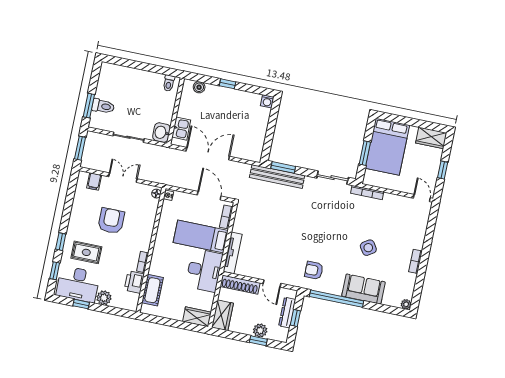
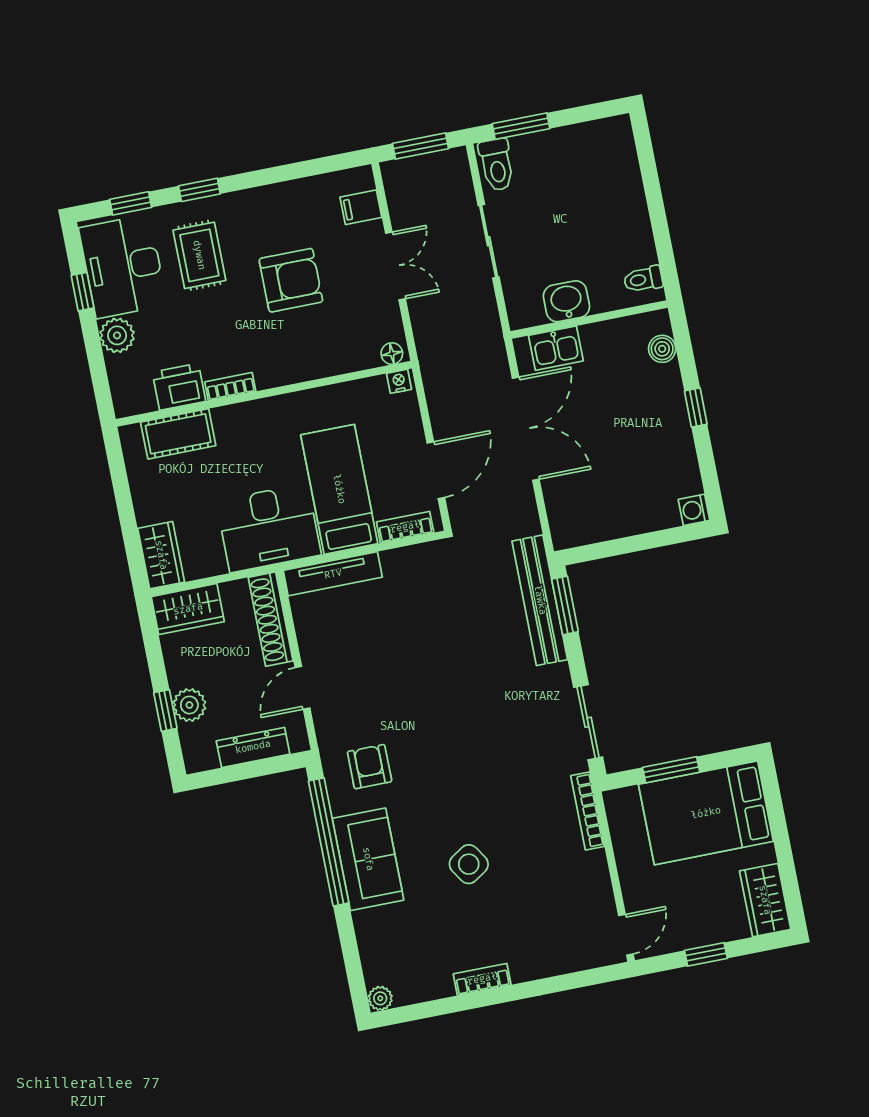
toilet: (103, 106) -> (497, 165), moved
washbasin: (161, 132) -> (566, 301), moved
sofa: (363, 289) -> (368, 859), moved
window: (295, 318) -> (249, 770), removed

